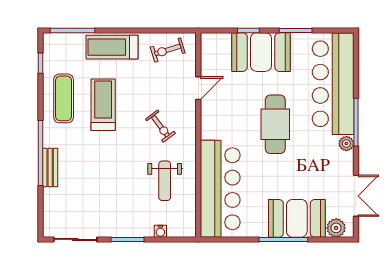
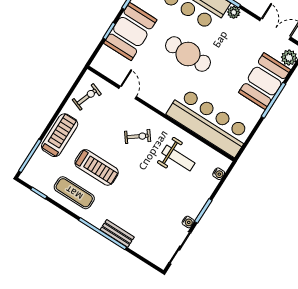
treadmill: (112, 47) -> (60, 135), turned 180
exercise bike: (168, 50) -> (87, 97), turned -143
treadmill: (103, 105) -> (97, 167), turned 180
water cooler: (107, 231) -> (188, 222), added
water cooler: (160, 231) -> (219, 174), moved

